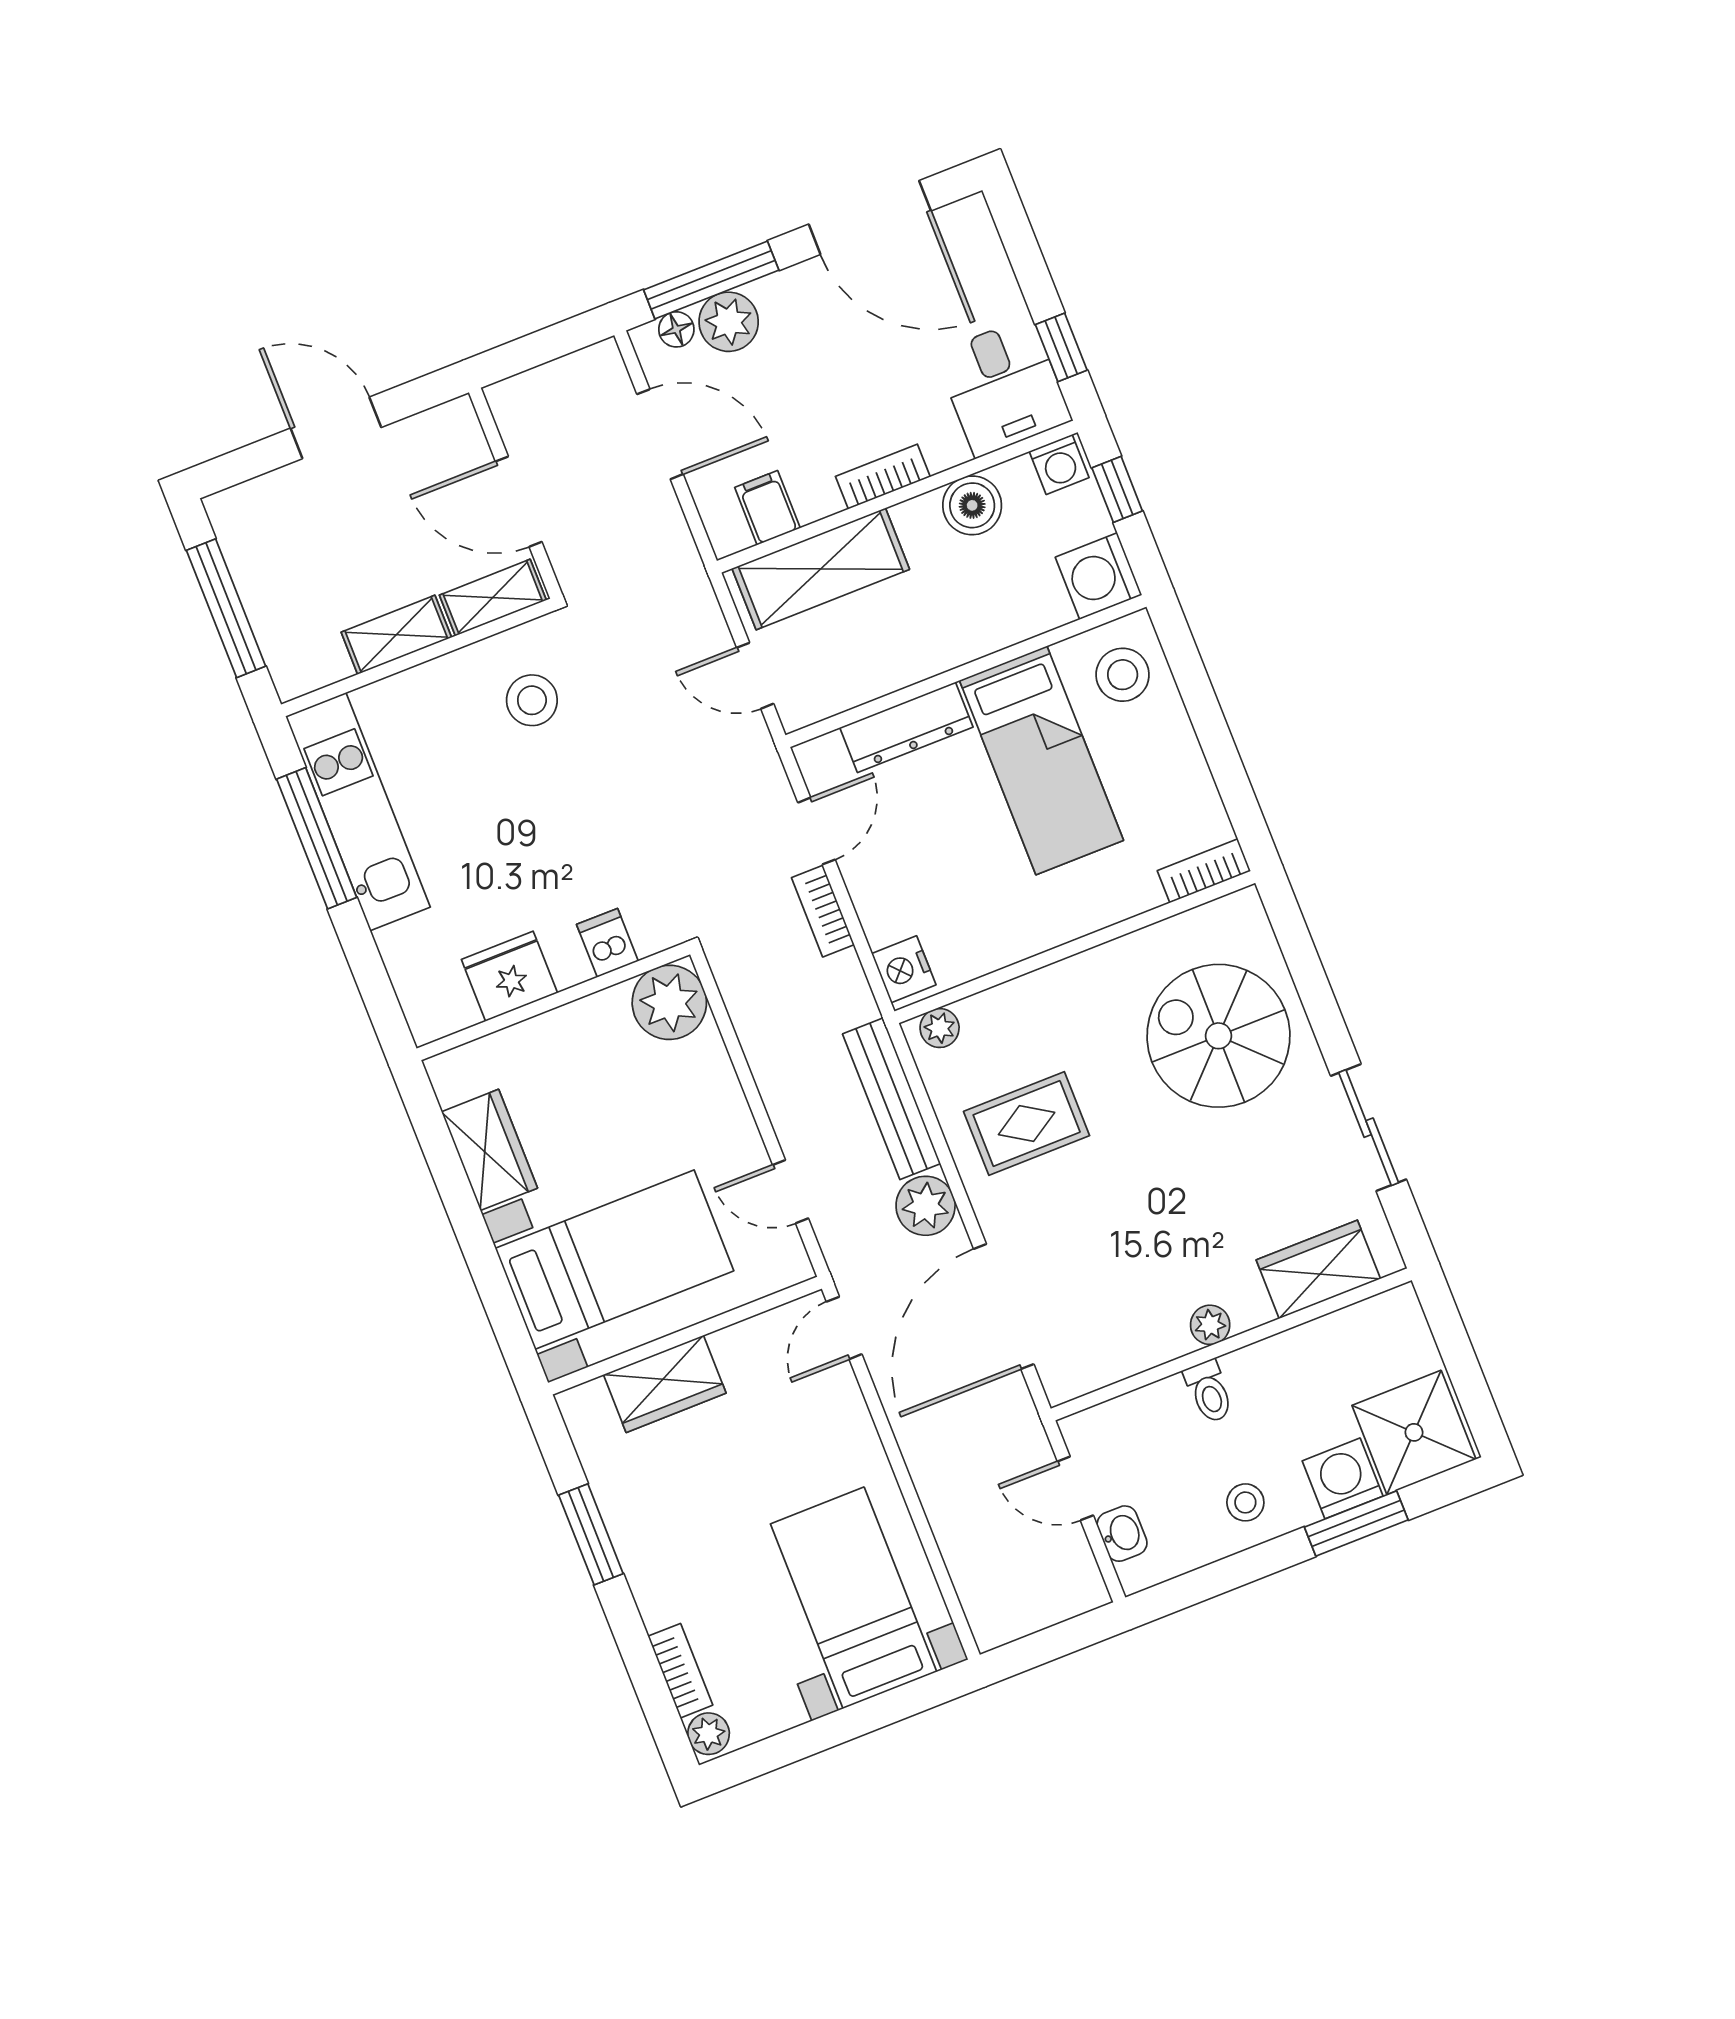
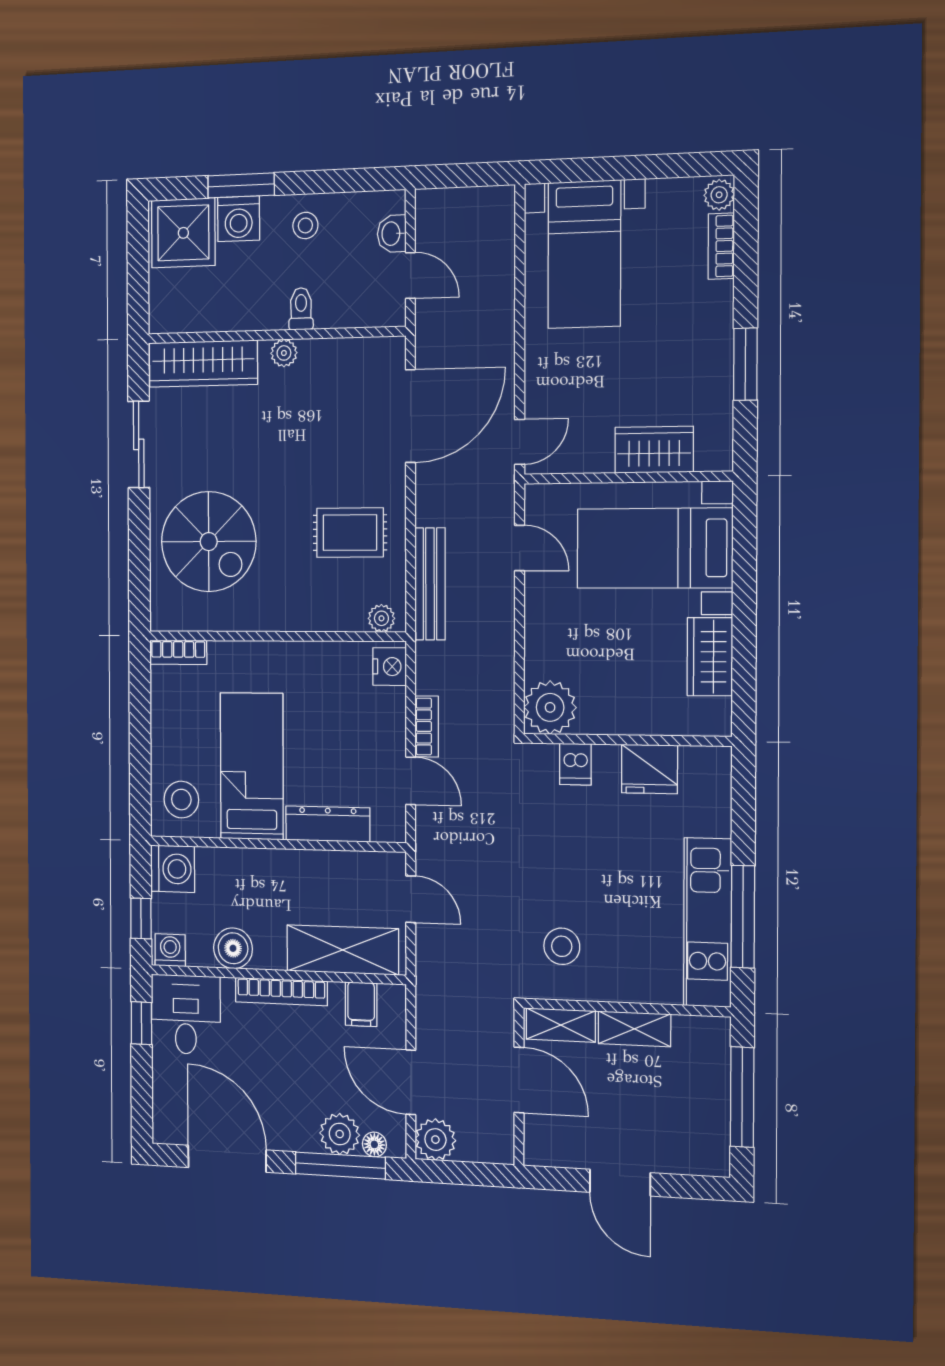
bookcase: (883, 477) -> (281, 992), width x1.56
door: (816, 831) -> (411, 781), swing flipped
plant: (926, 1206) -> (435, 1140), moved
wardrobe: (1318, 1269) -> (203, 364), width x1.50

